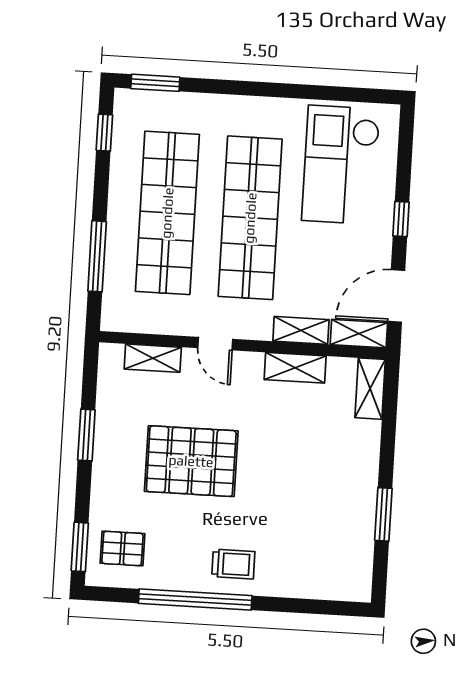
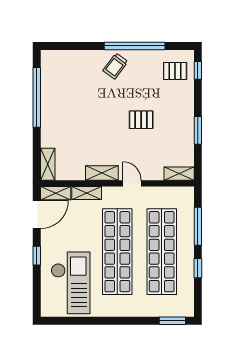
window: (104, 133) -> (198, 268), moved
shelving: (153, 358) -> (179, 174), moved
shelving: (295, 368) -> (102, 173), moved
pallet: (191, 461) -> (141, 120), width x0.49, depth x0.50
window: (383, 514) -> (37, 97), width x2.11
window: (80, 547) -> (198, 70), width x0.67
trolley: (233, 564) -> (115, 66), turned -53

